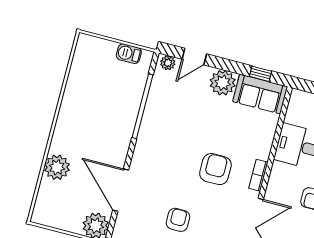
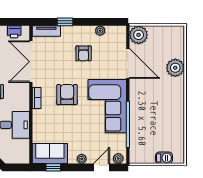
barbecue: (129, 54) -> (164, 158), moved
plant: (223, 83) -> (82, 159), width x0.53, depth x0.53
corner sofa: (164, 139) -> (107, 106), added
armchair: (215, 169) -> (67, 95), turned 180

